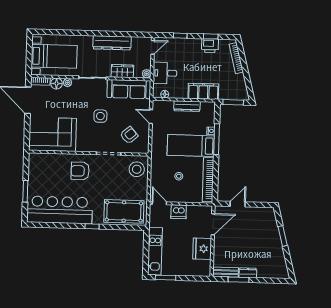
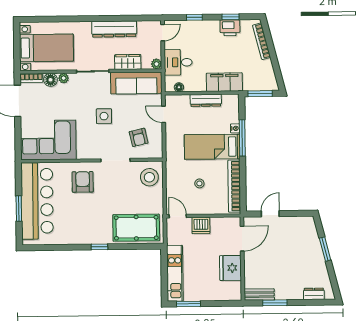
armchair: (129, 135) -> (139, 137), turned 117
armchair: (80, 171) -> (83, 182), turned 90
bar counter: (60, 210) -> (37, 201), moved, turned 90
dresser: (248, 273) -> (314, 294), moved

